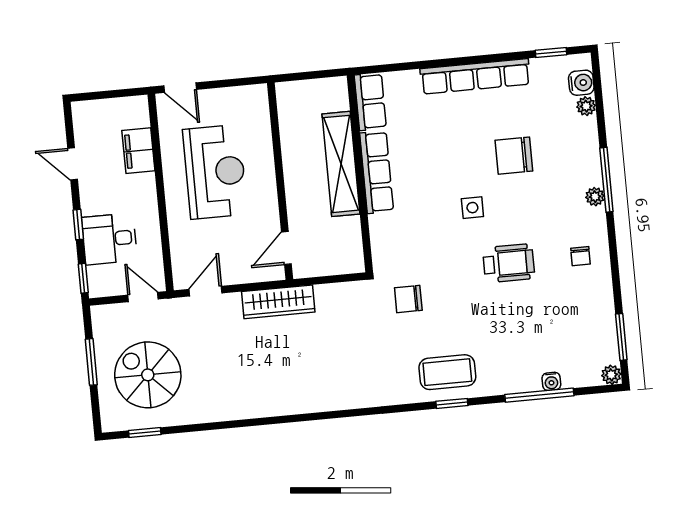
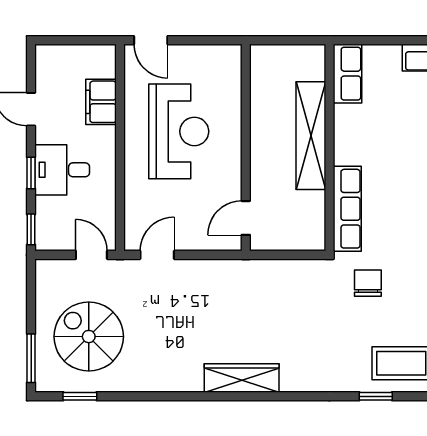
row of seats: (377, 172) -> (347, 209), moved
desk: (109, 239) -> (62, 170), moved
chair: (408, 299) -> (368, 283), turned 90
wardrobe: (278, 302) -> (242, 378), moved, turned 180
window: (91, 362) -> (31, 358), moved
window: (452, 403) -> (376, 396), moved

